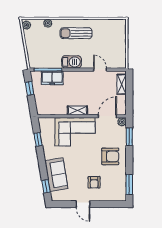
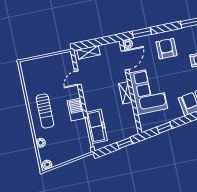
freezer: (52, 78) -> (97, 126), width x1.40
window: (30, 88) -> (125, 143), moved
door: (107, 116) -> (125, 60), swing flipped

